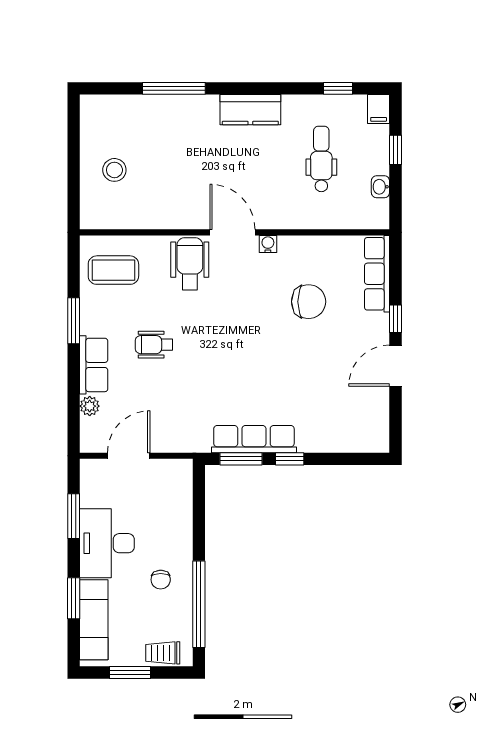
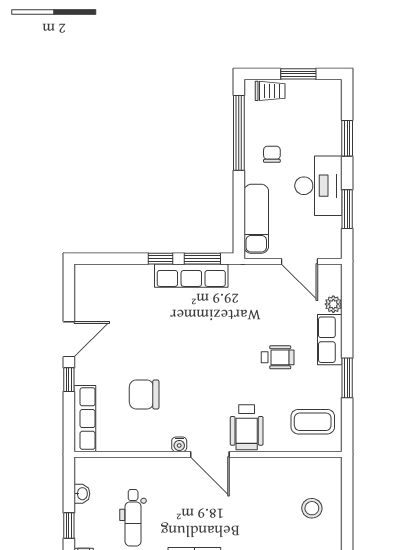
door: (129, 456) -> (299, 261), hinge flipped
exam couch: (94, 620) -> (256, 219), moved, turned 180

